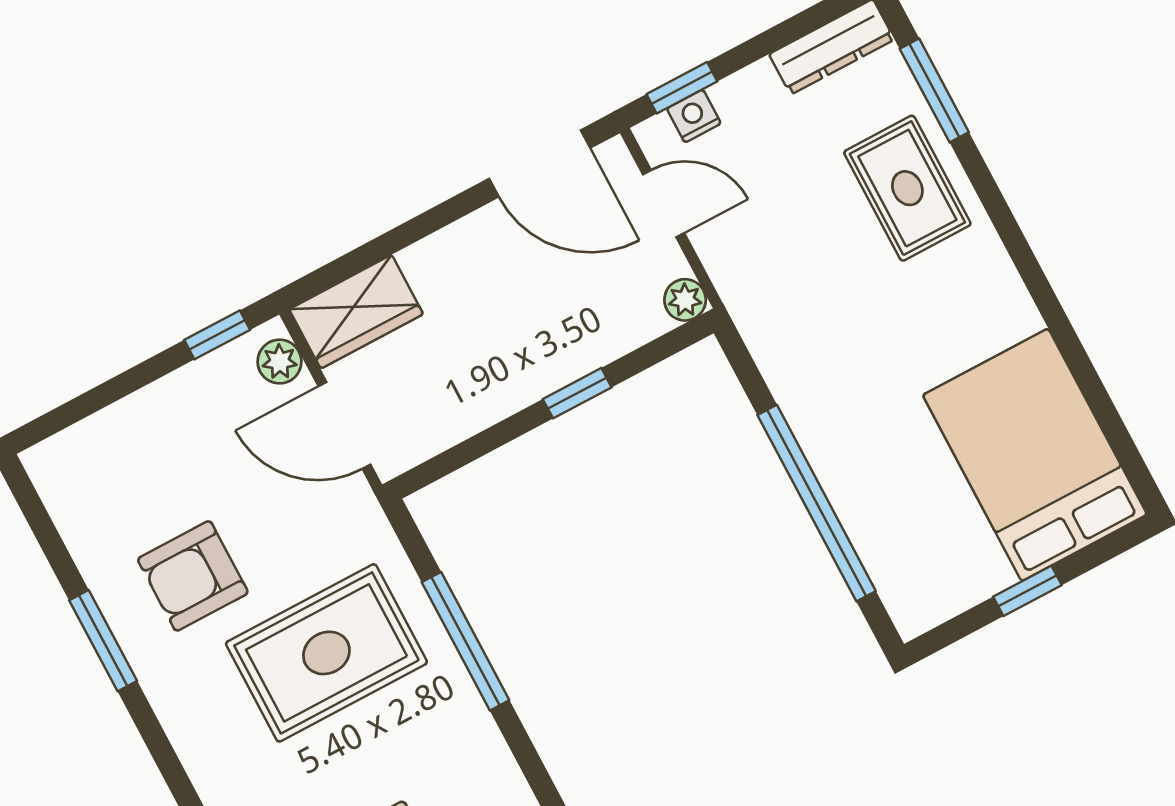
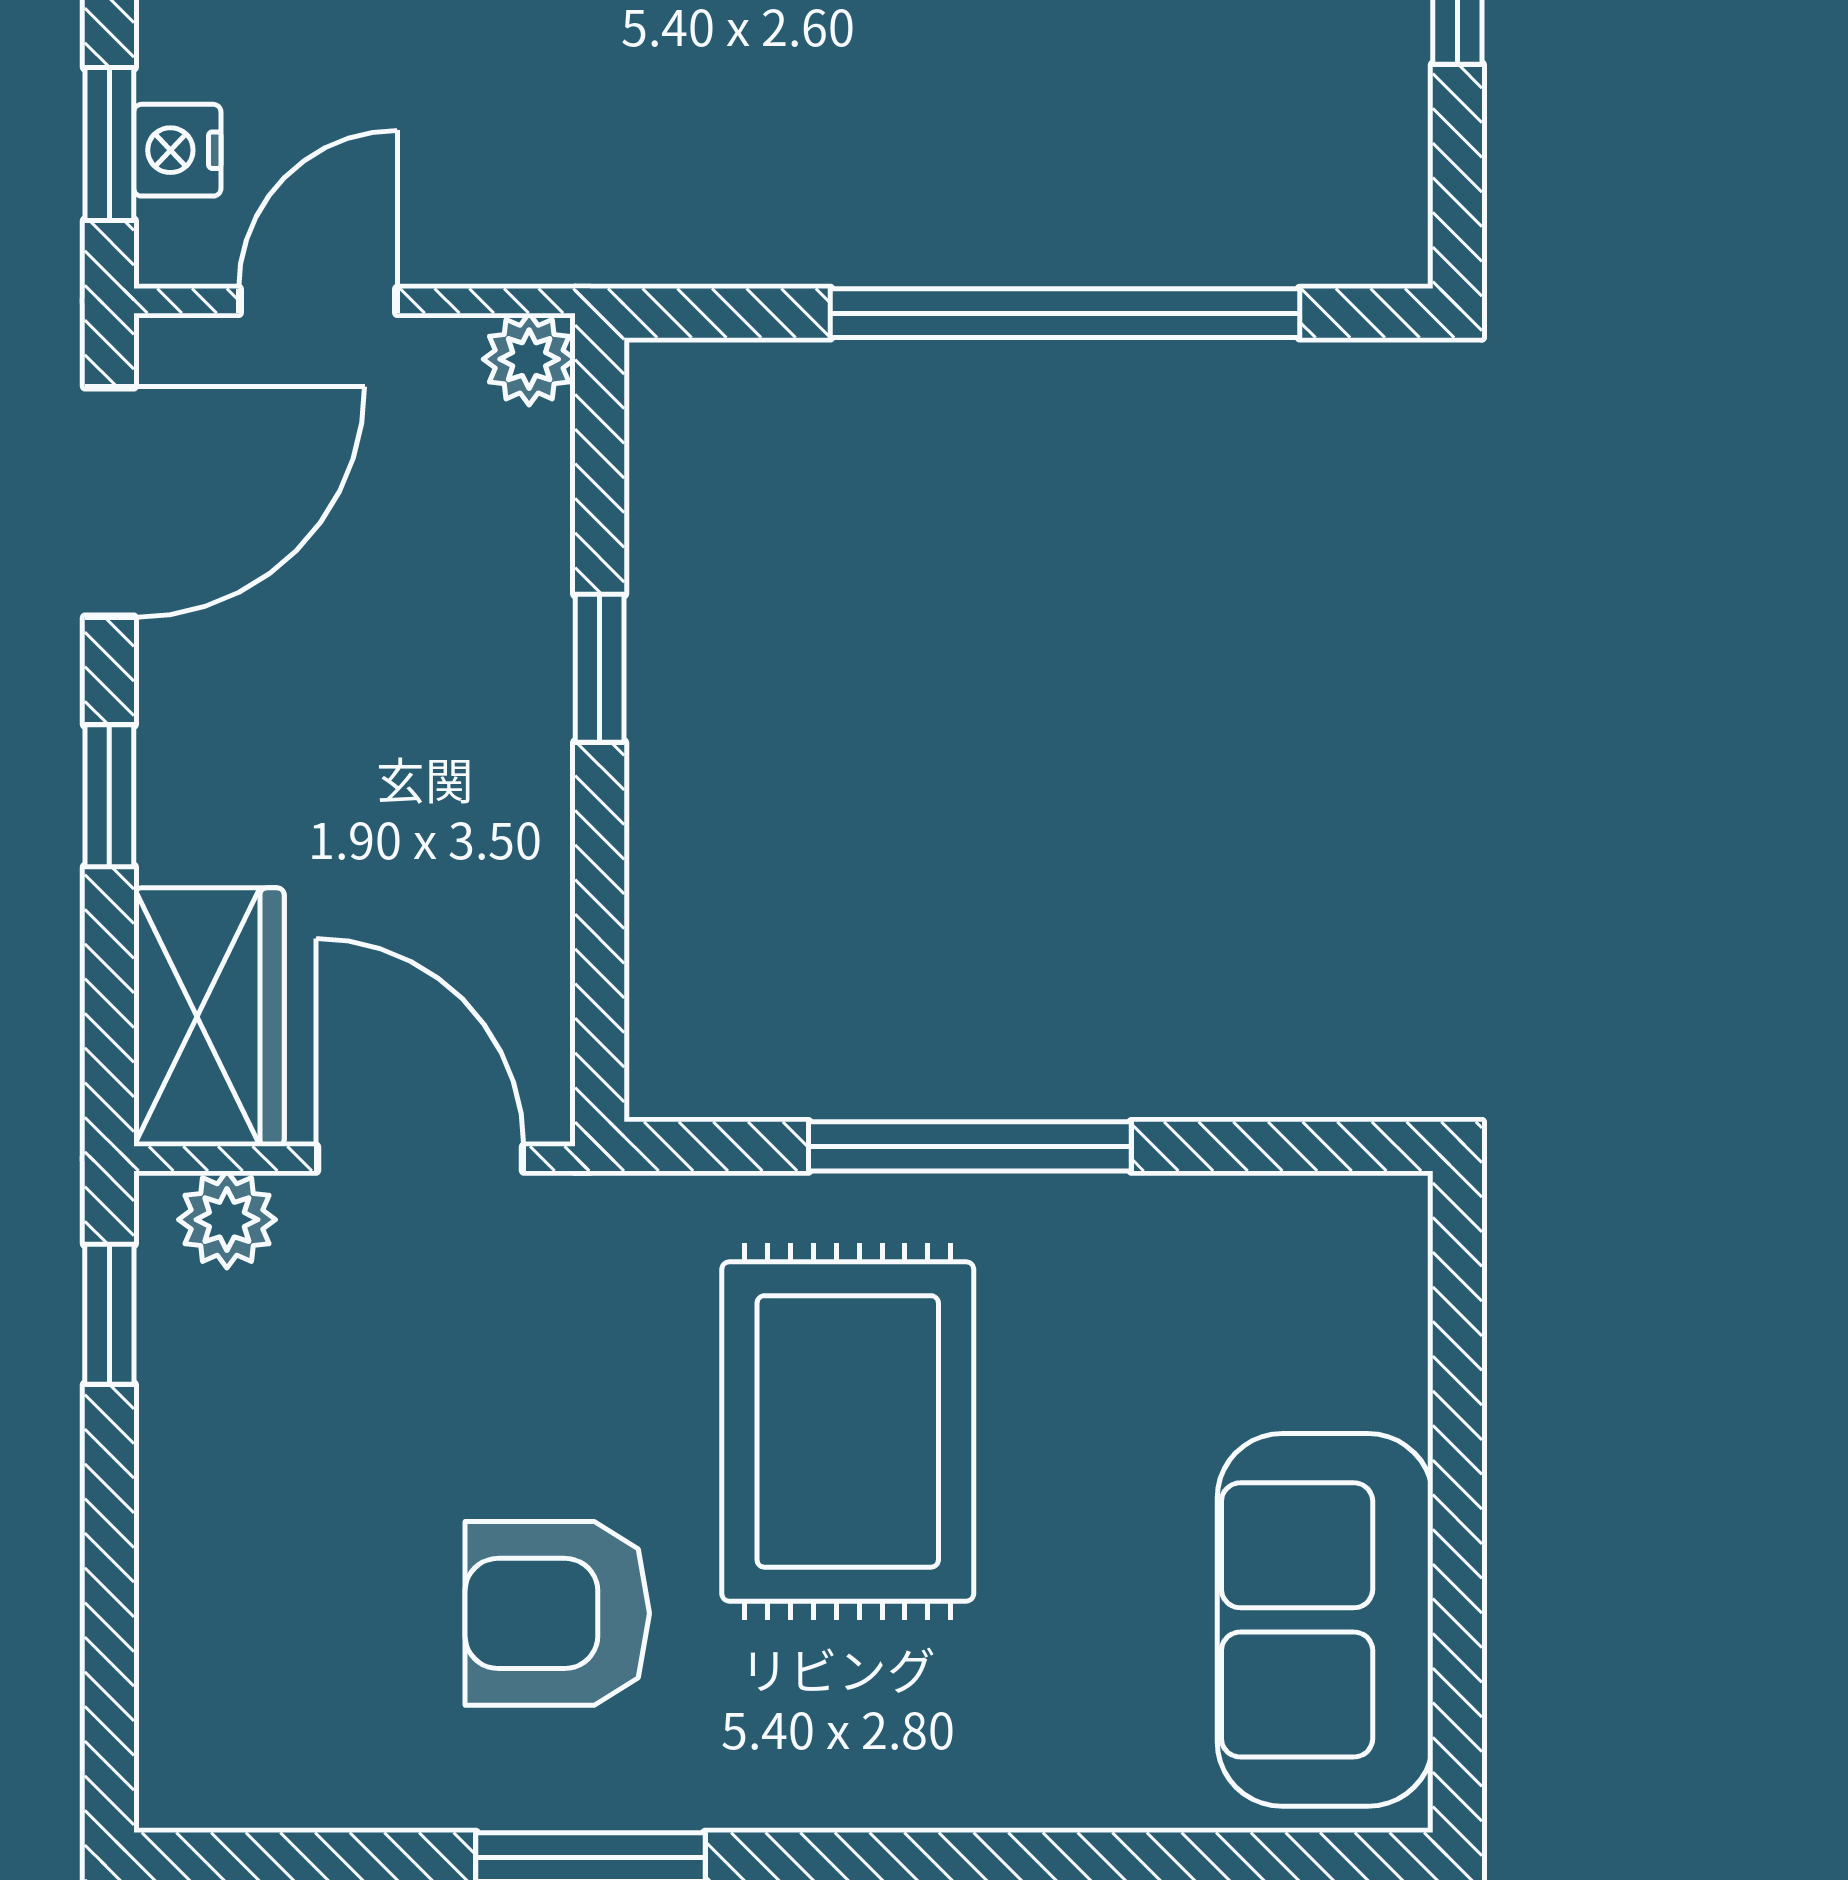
window: (423, 225) -> (109, 796), added
door: (344, 425) -> (420, 1159), swing flipped
armchair: (193, 576) -> (557, 1613), turned 90

